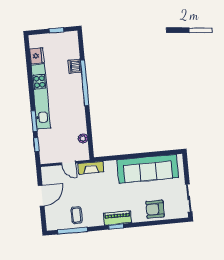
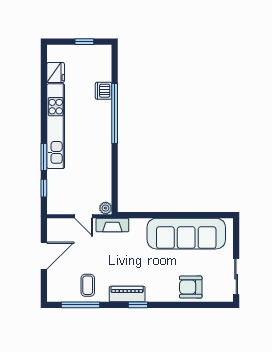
plant: (83, 138) -> (106, 208), moved
piano: (117, 218) -> (127, 294), moved

